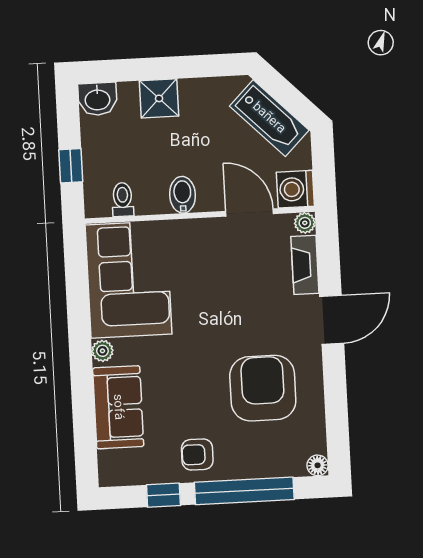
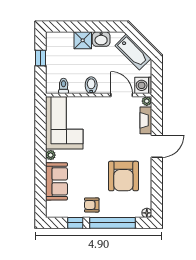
washbasin: (97, 99) -> (101, 39), moved
window: (71, 166) -> (40, 58), moved
armchair: (263, 388) -> (123, 176), turned 180

